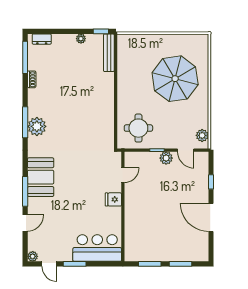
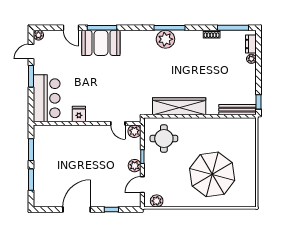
plant: (81, 39) -> (251, 59), moved
wardrobe: (105, 112) -> (179, 106), added
plant: (131, 158) -> (134, 131), added
booth: (41, 177) -> (101, 43), moved
fridge: (113, 199) -> (79, 114), moved

